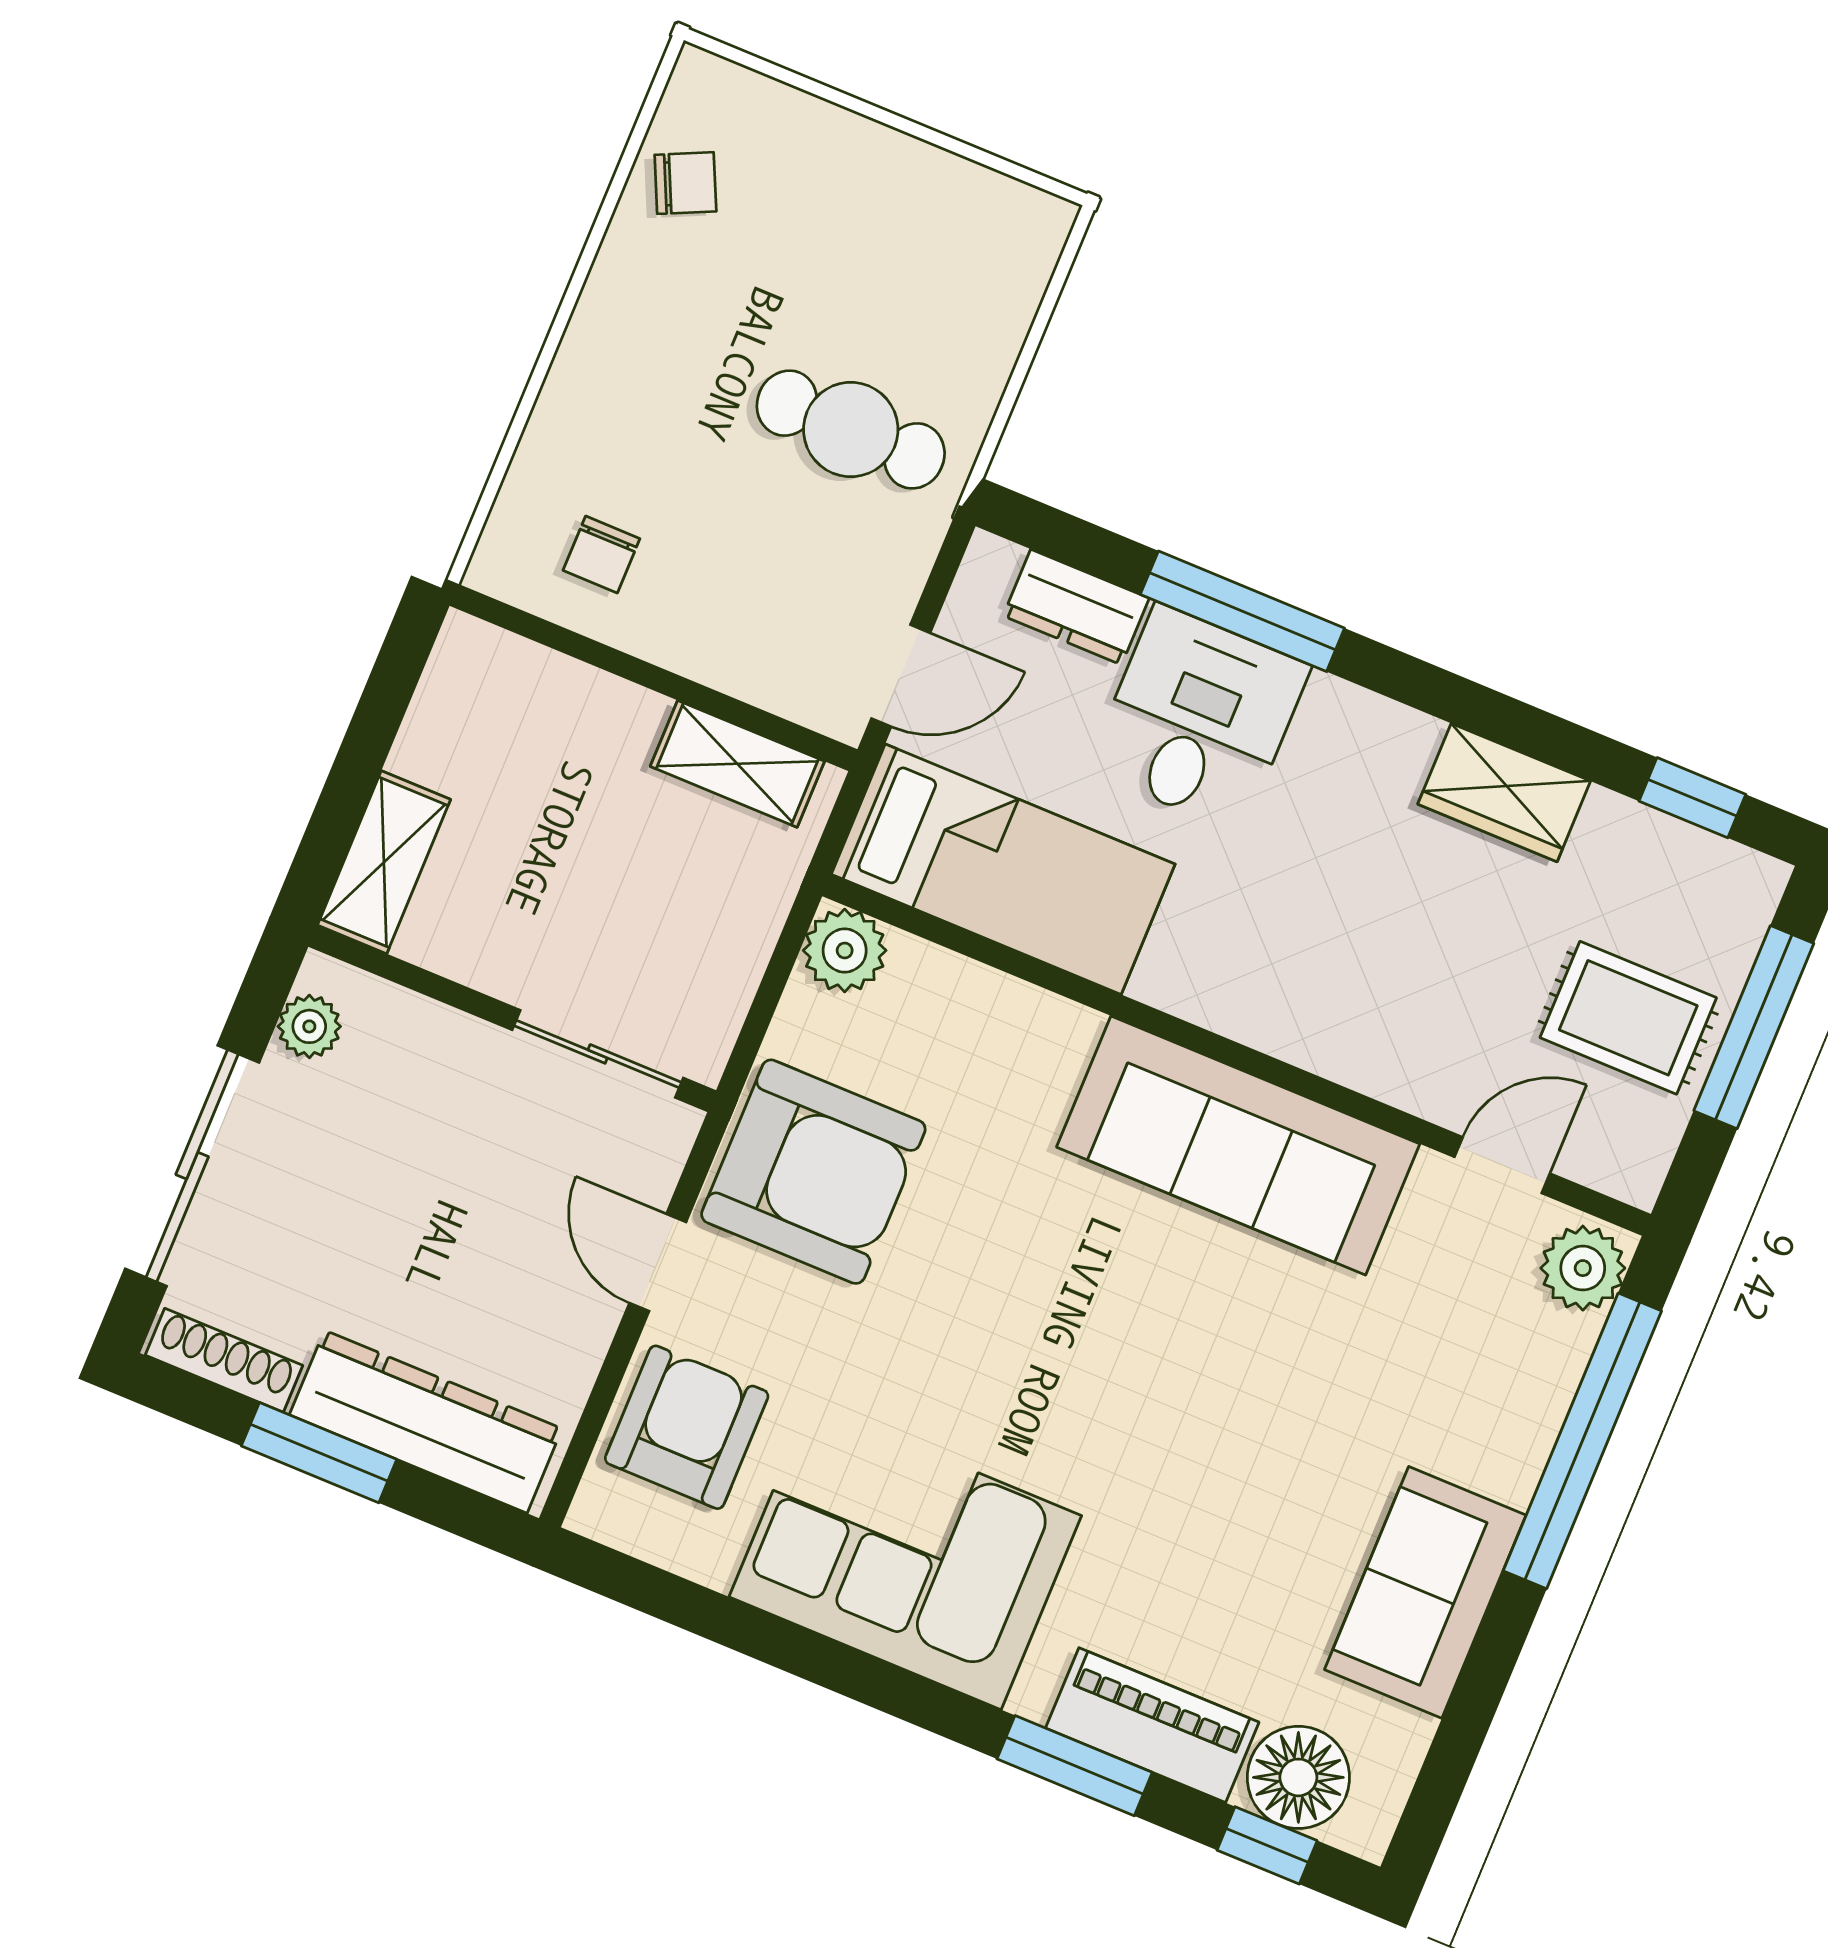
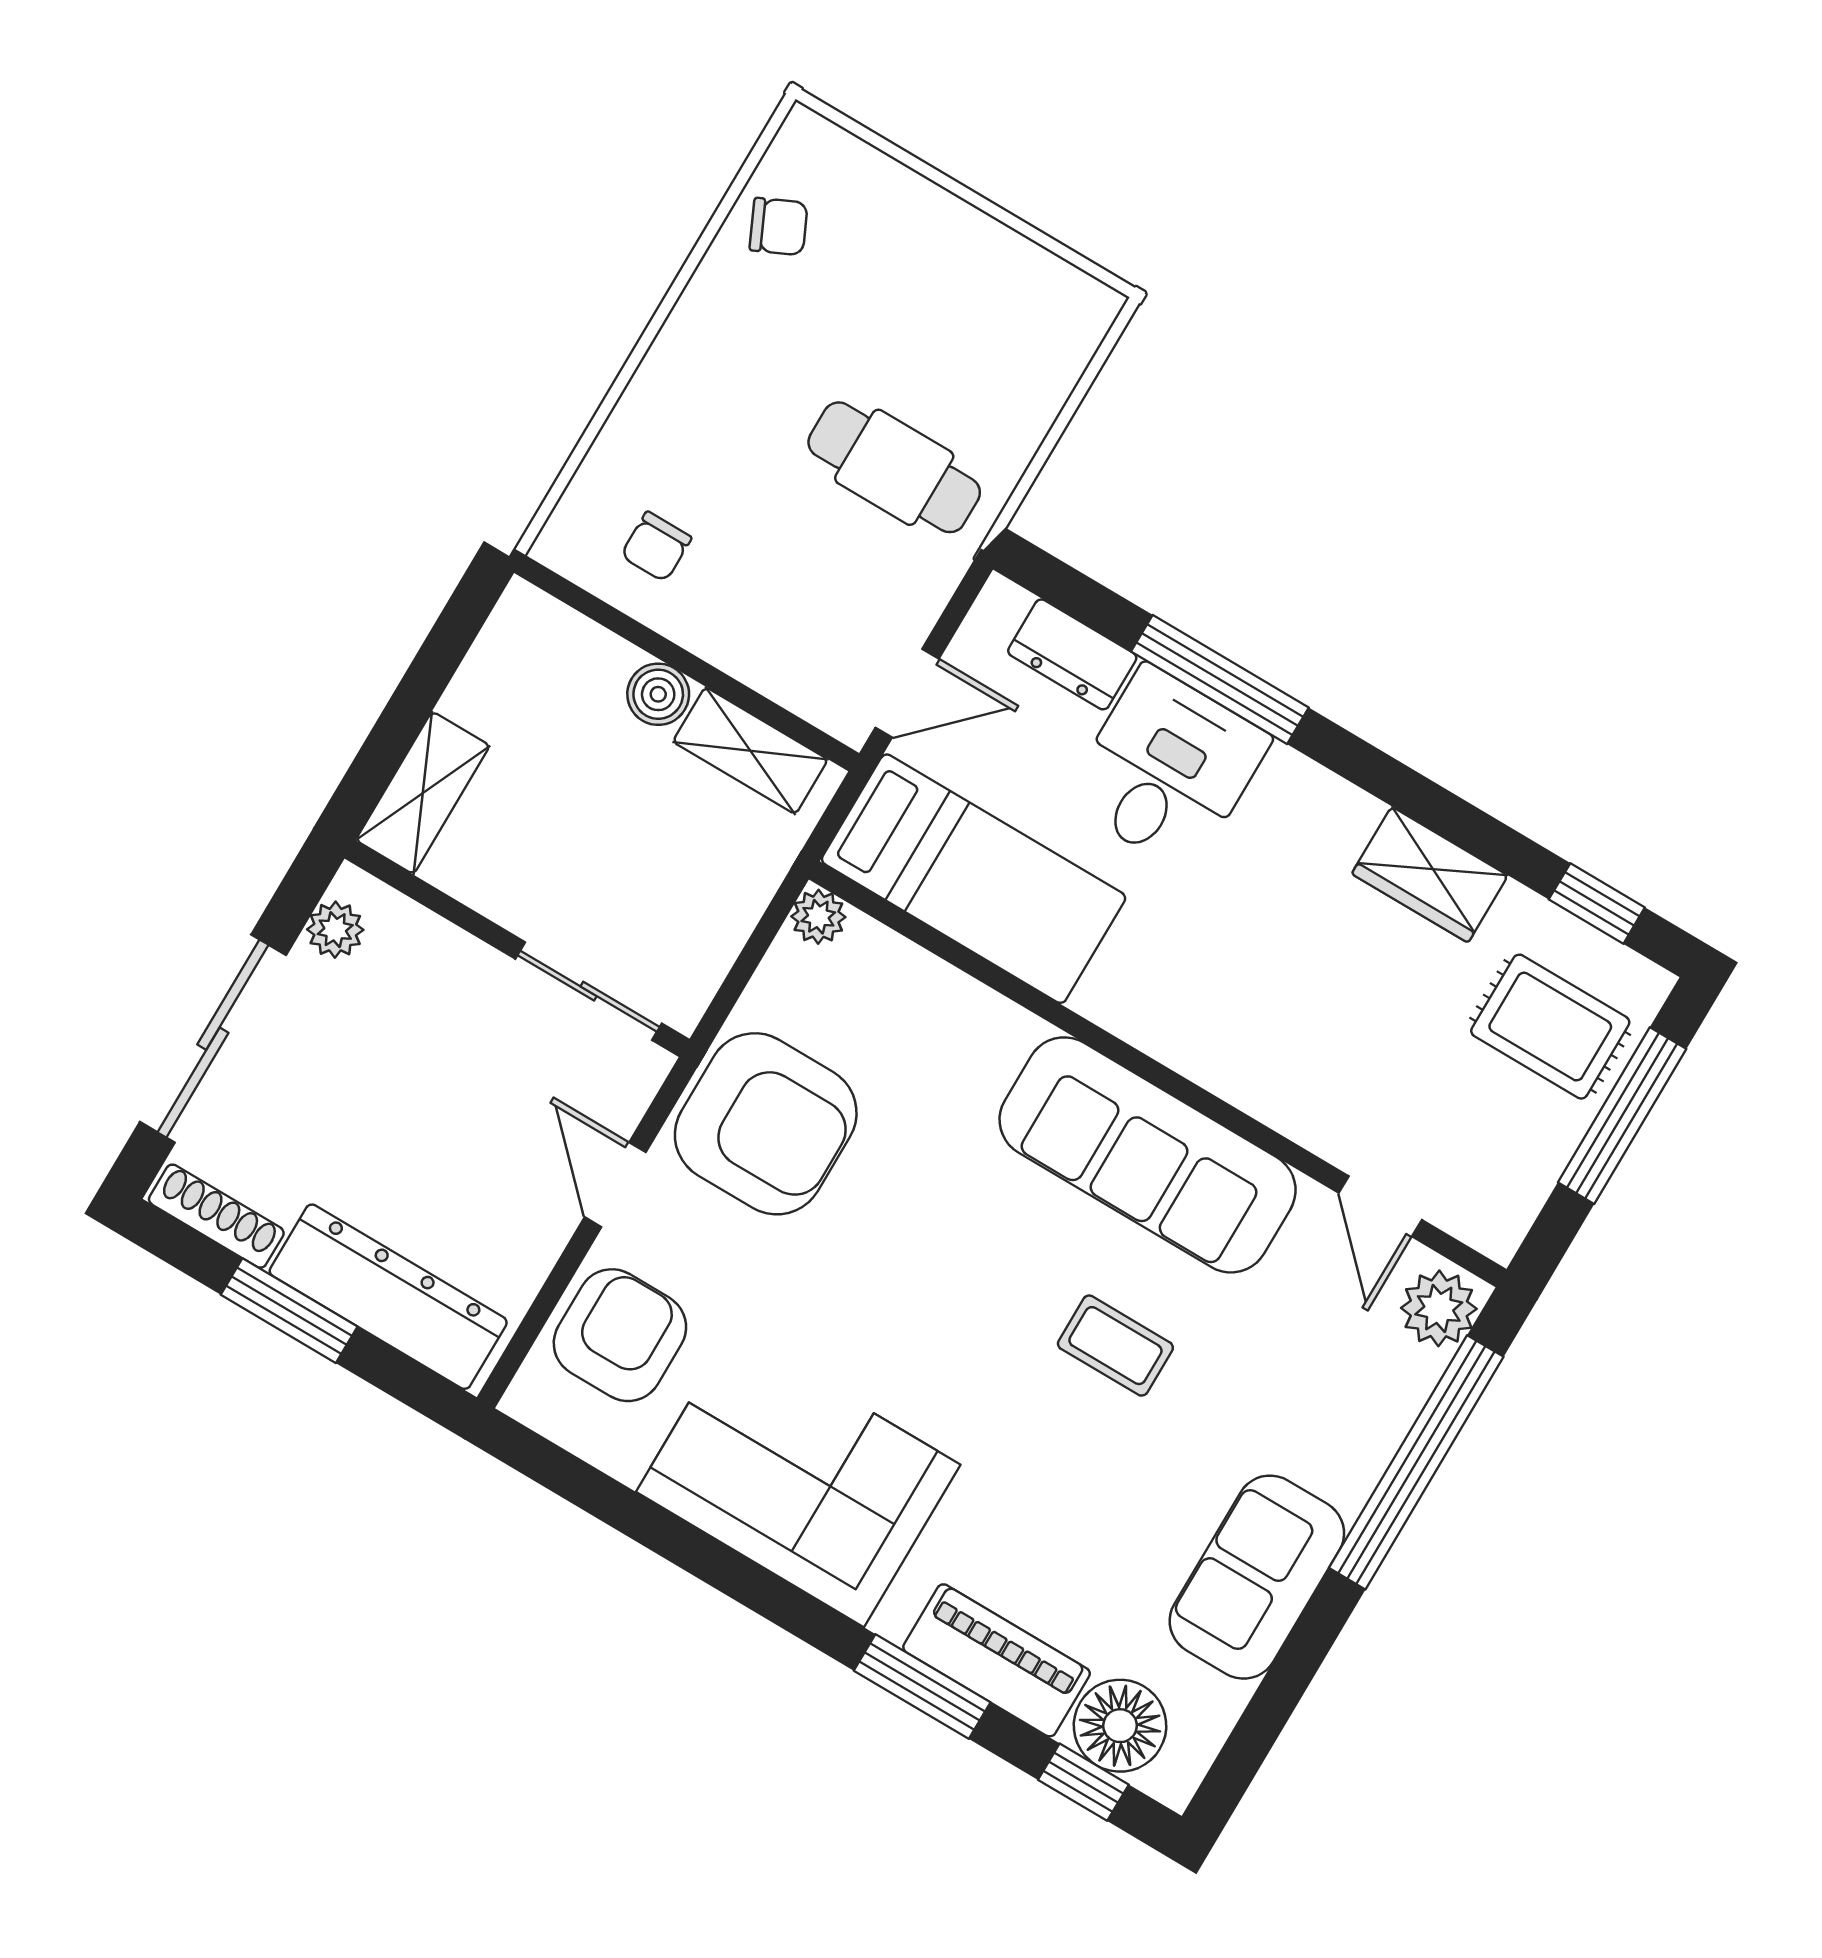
boiler: (627, 716) -> (658, 694), added
plant: (845, 950) -> (818, 917), width x0.73, depth x0.73
rug: (1628, 1018) -> (1550, 1027), moved
door: (1502, 1165) -> (1380, 1206), swing flipped
coffee table: (1233, 1360) -> (1115, 1346), added

